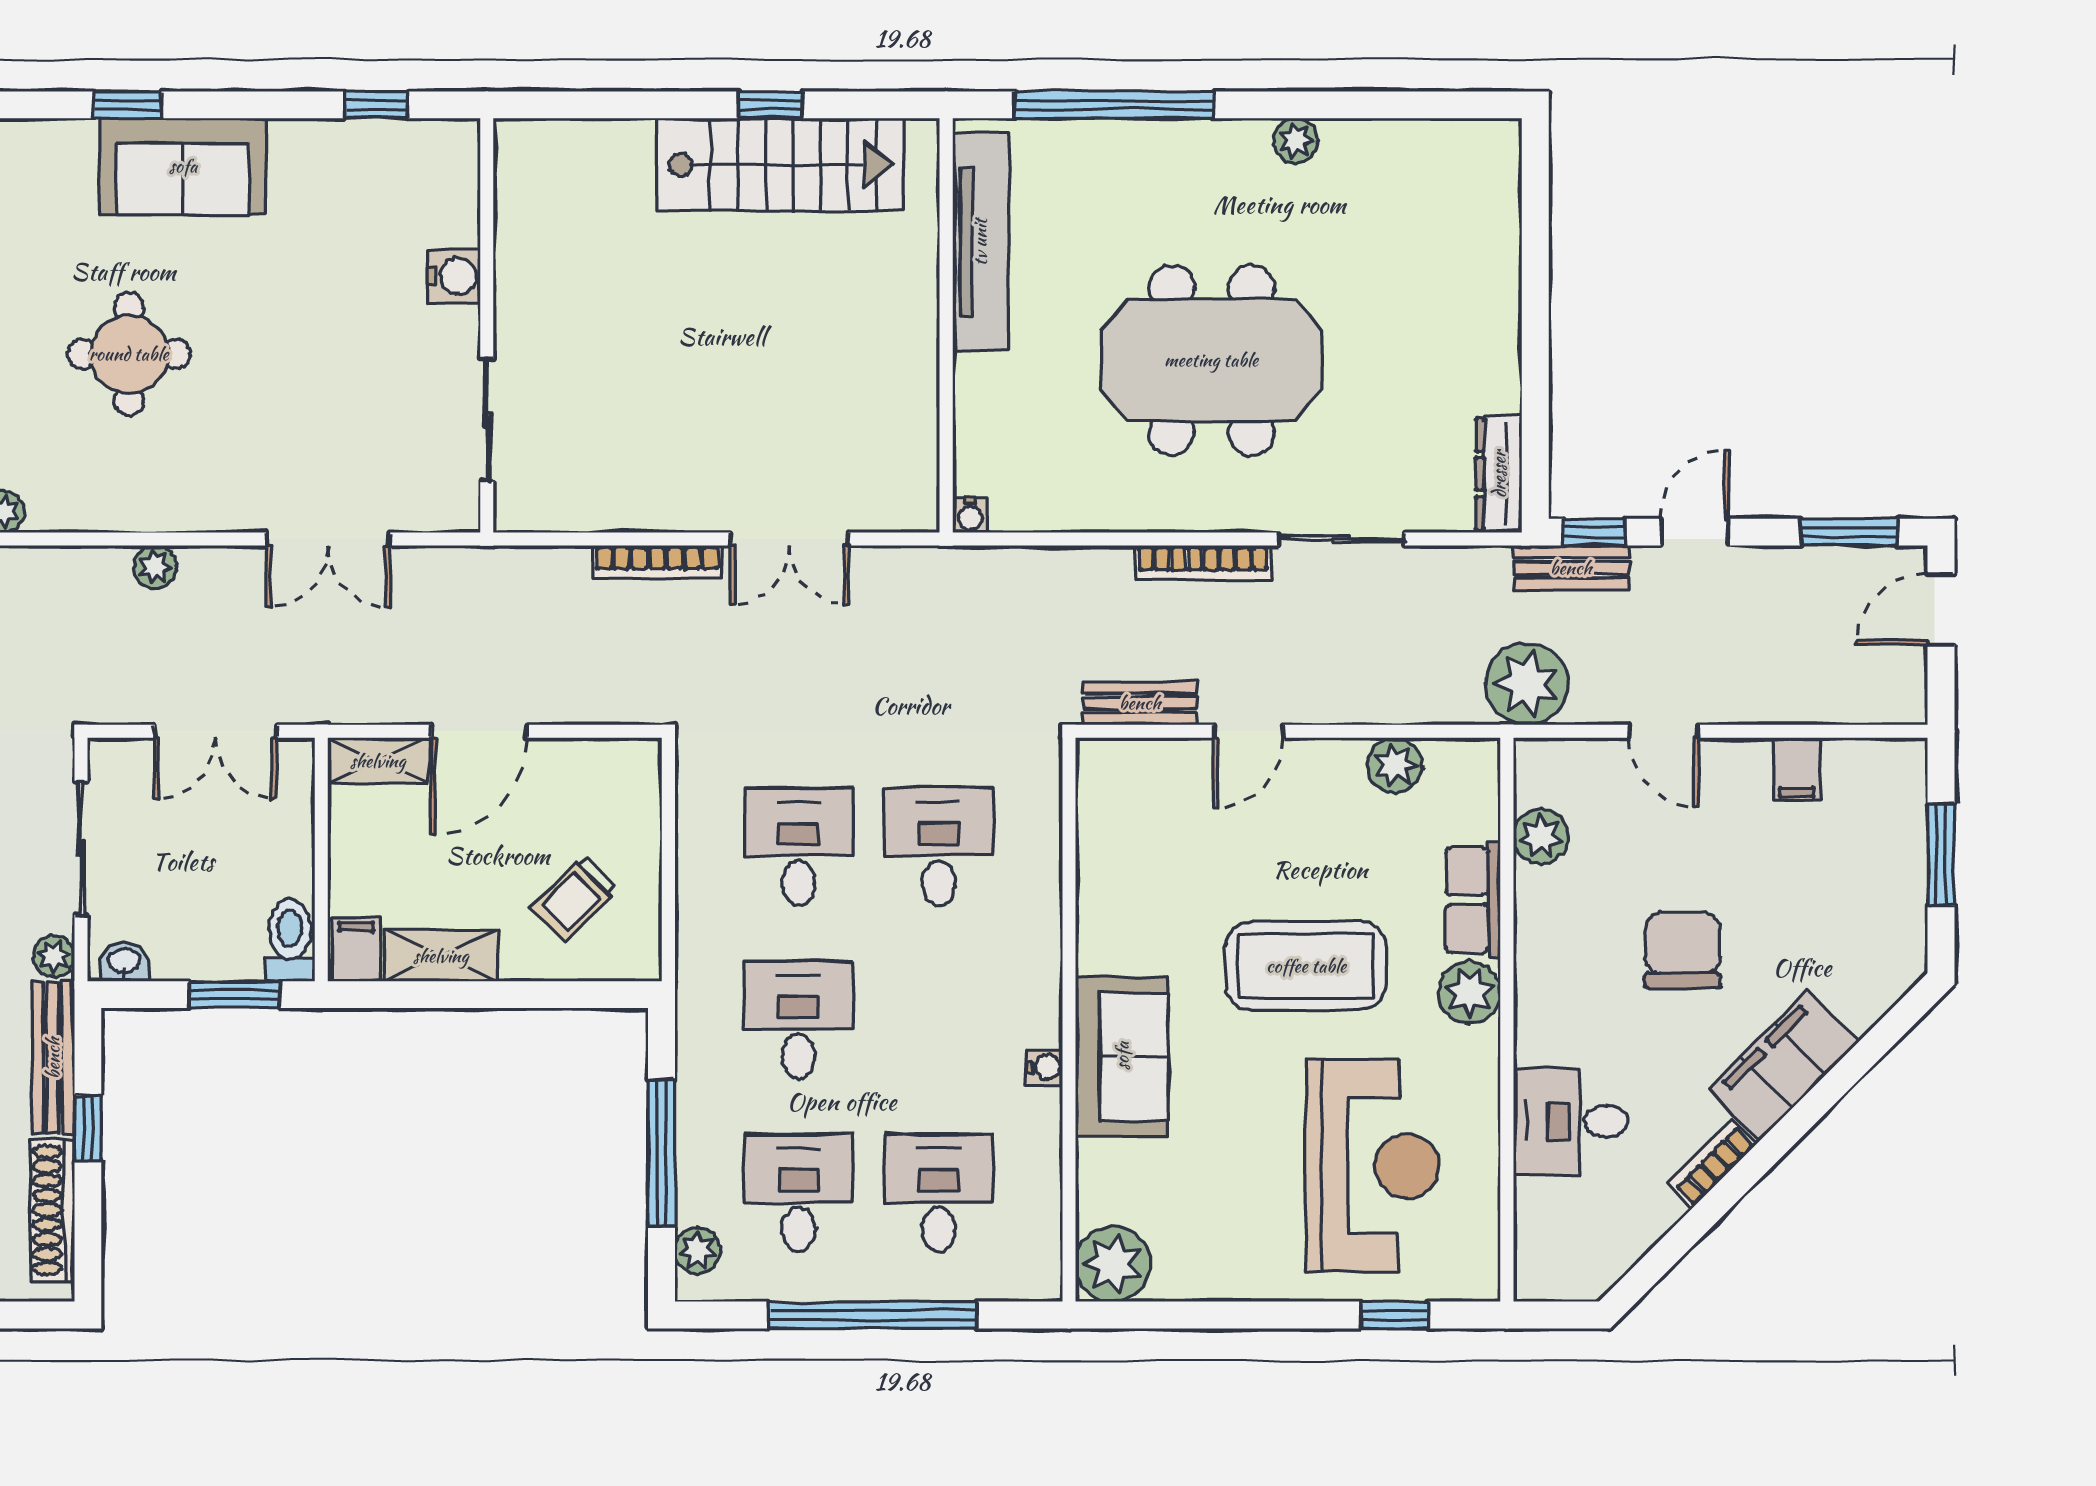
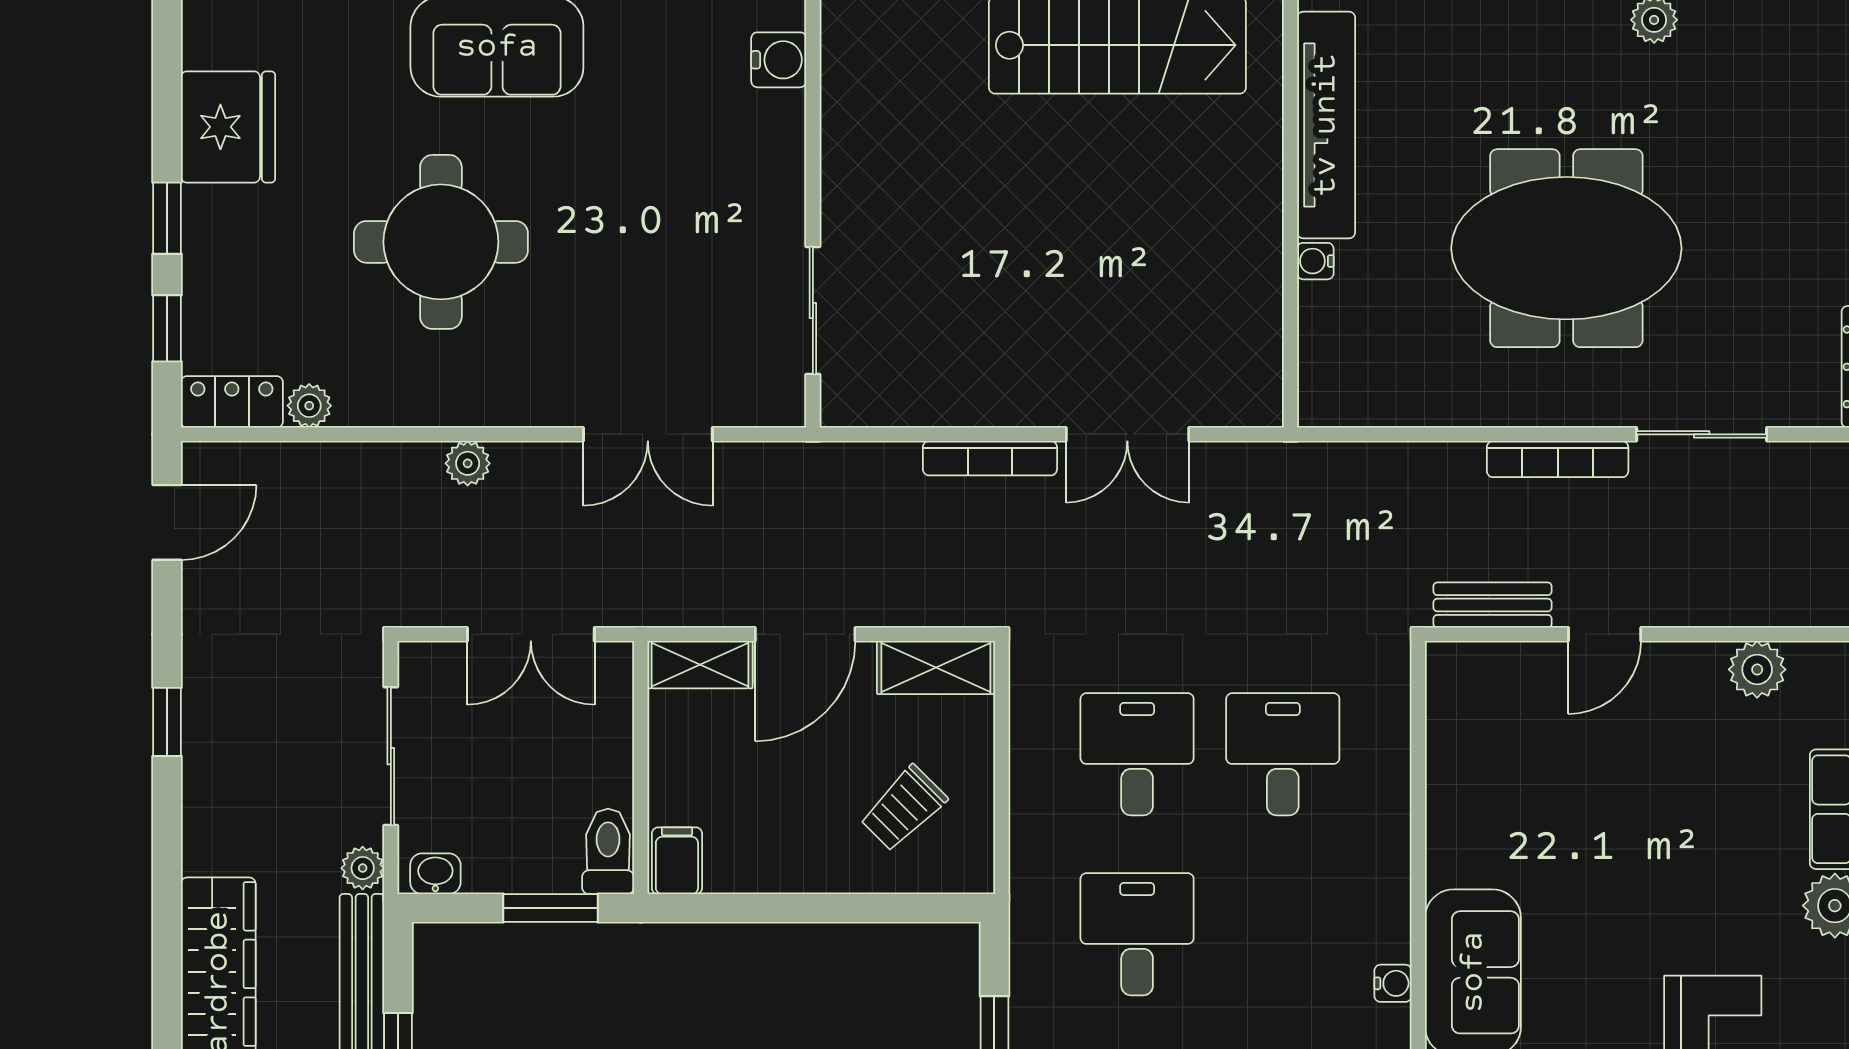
water cooler: (454, 276) -> (779, 60), moved
round table: (129, 354) -> (441, 242), width x1.36, depth x1.36
water cooler: (970, 515) -> (1315, 261), moved, turned 90
shelving: (441, 956) -> (936, 668), moved
coffee table: (1306, 966) -> (1664, 878), removed

